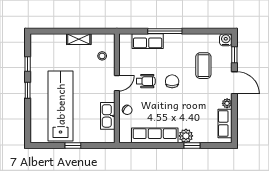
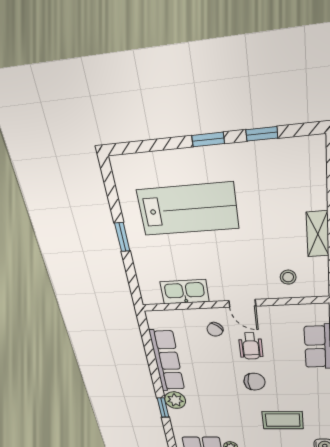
lab bench: (61, 106) -> (188, 209), width x0.73
chair: (127, 110) -> (215, 329), moved

